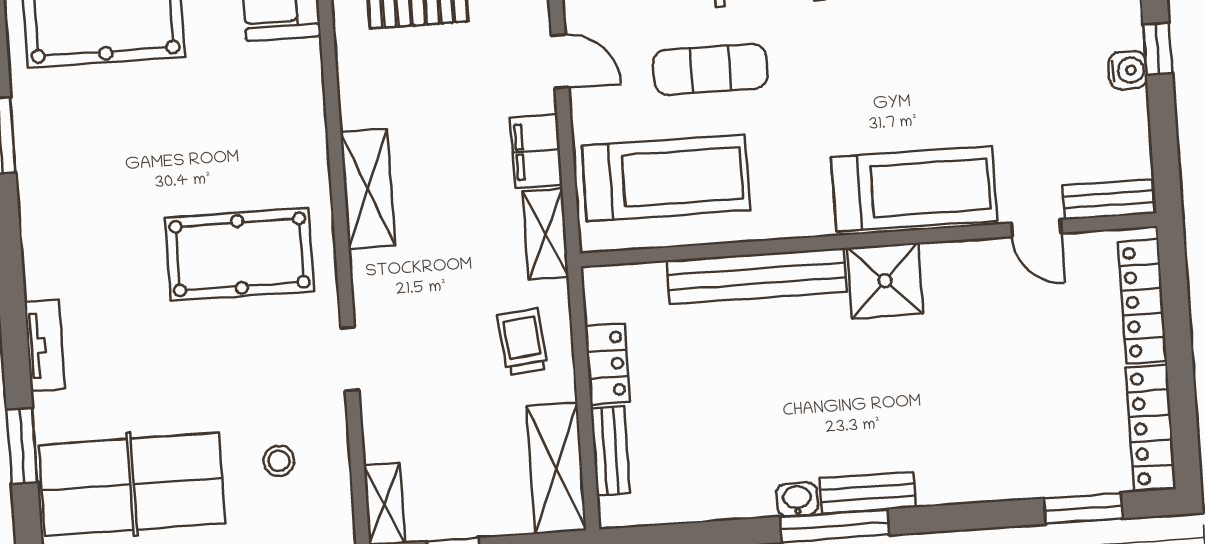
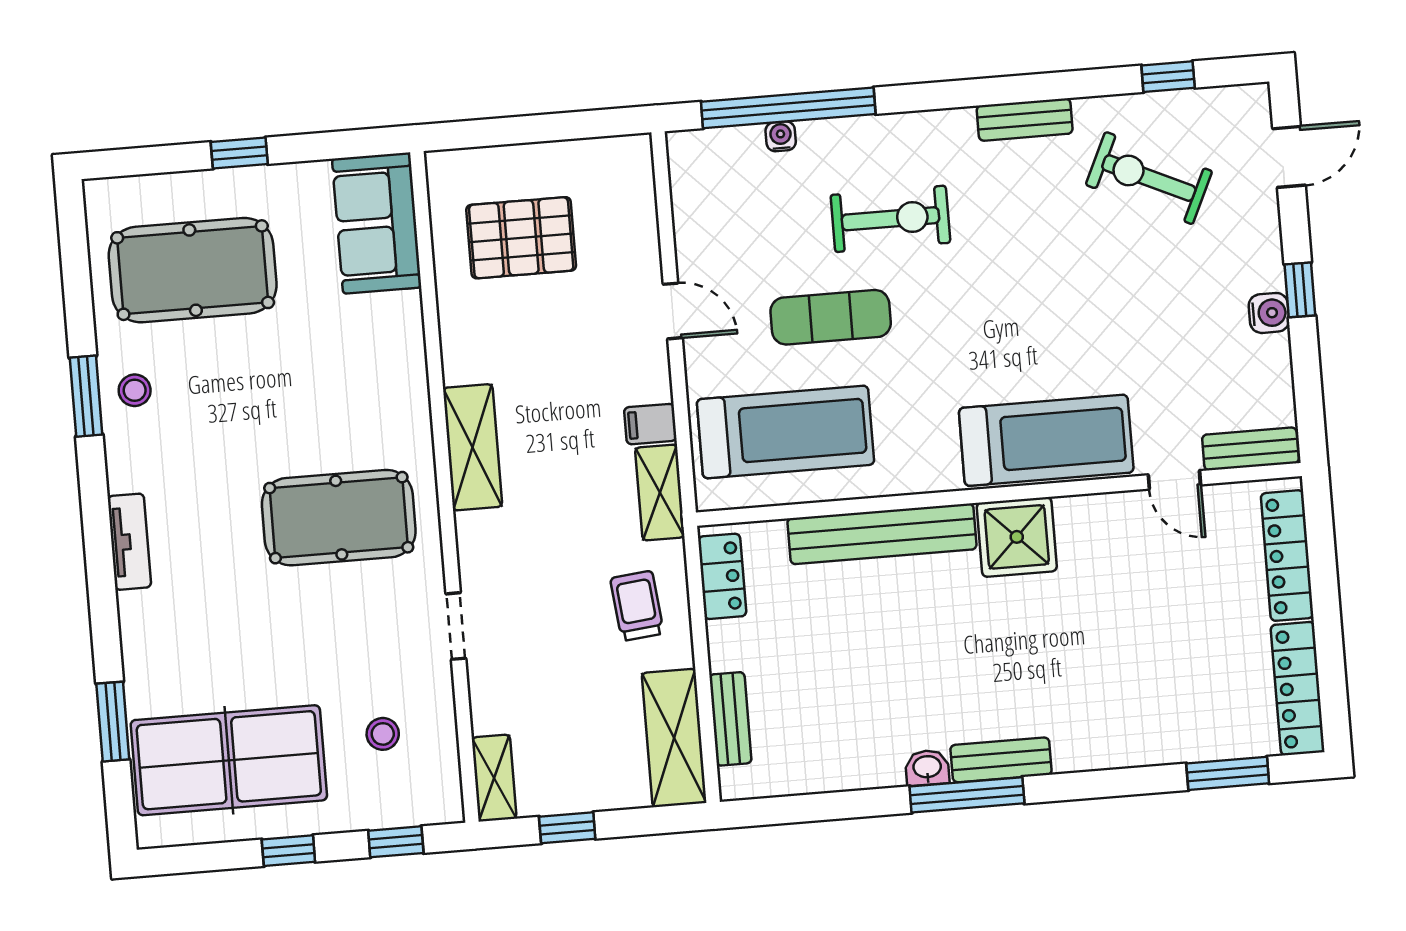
stool: (47, 131) -> (135, 390), added
filing cabinet: (536, 151) -> (650, 424), width x0.50
tv unit: (45, 345) -> (129, 542), moved
locker: (607, 364) -> (722, 576), moved

